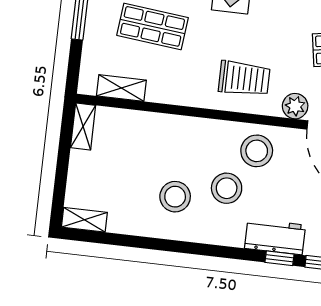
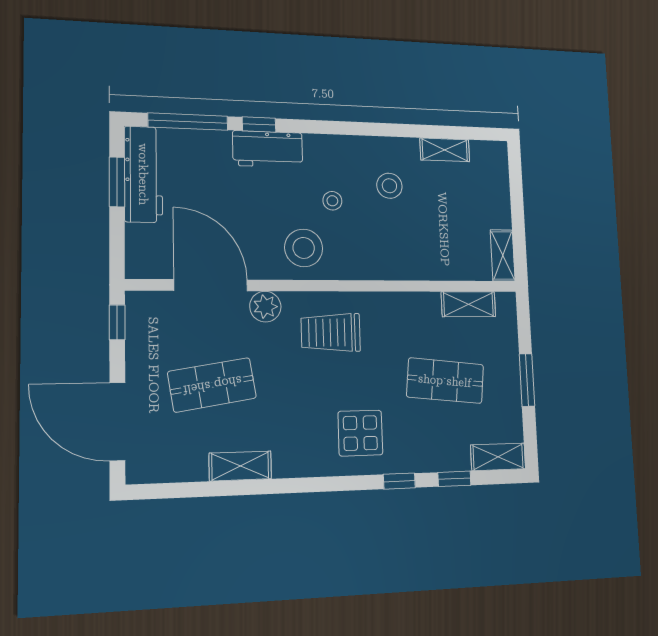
stool: (227, 188) -> (332, 201), width x0.53, depth x0.53
stool: (175, 197) -> (389, 186), width x0.73, depth x0.73
shelving: (84, 220) -> (445, 150), moved

